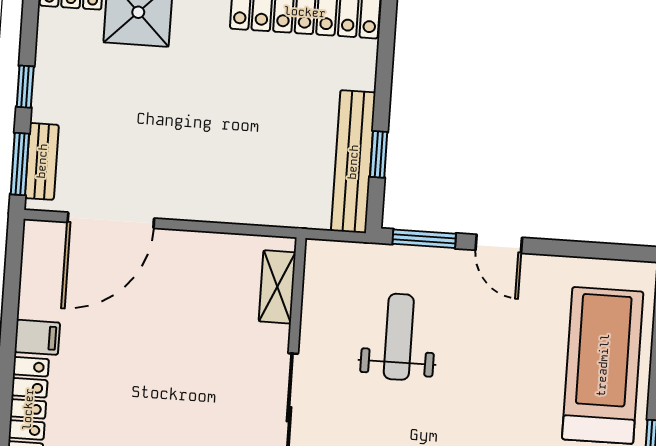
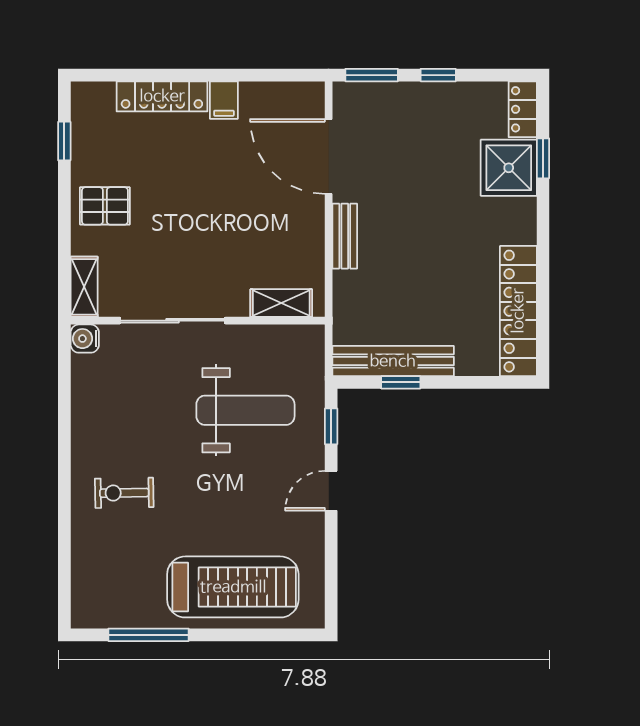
bench: (42, 161) -> (345, 236), moved, turned 90
window: (424, 239) -> (331, 426), width x0.67
weight bench: (399, 337) -> (245, 410), width x1.36, depth x1.33

